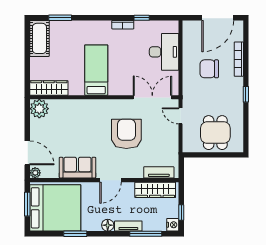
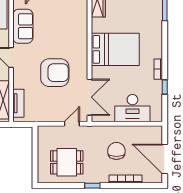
bed: (96, 70) -> (115, 49), width x1.50
dining table: (215, 133) -> (67, 162), moved

